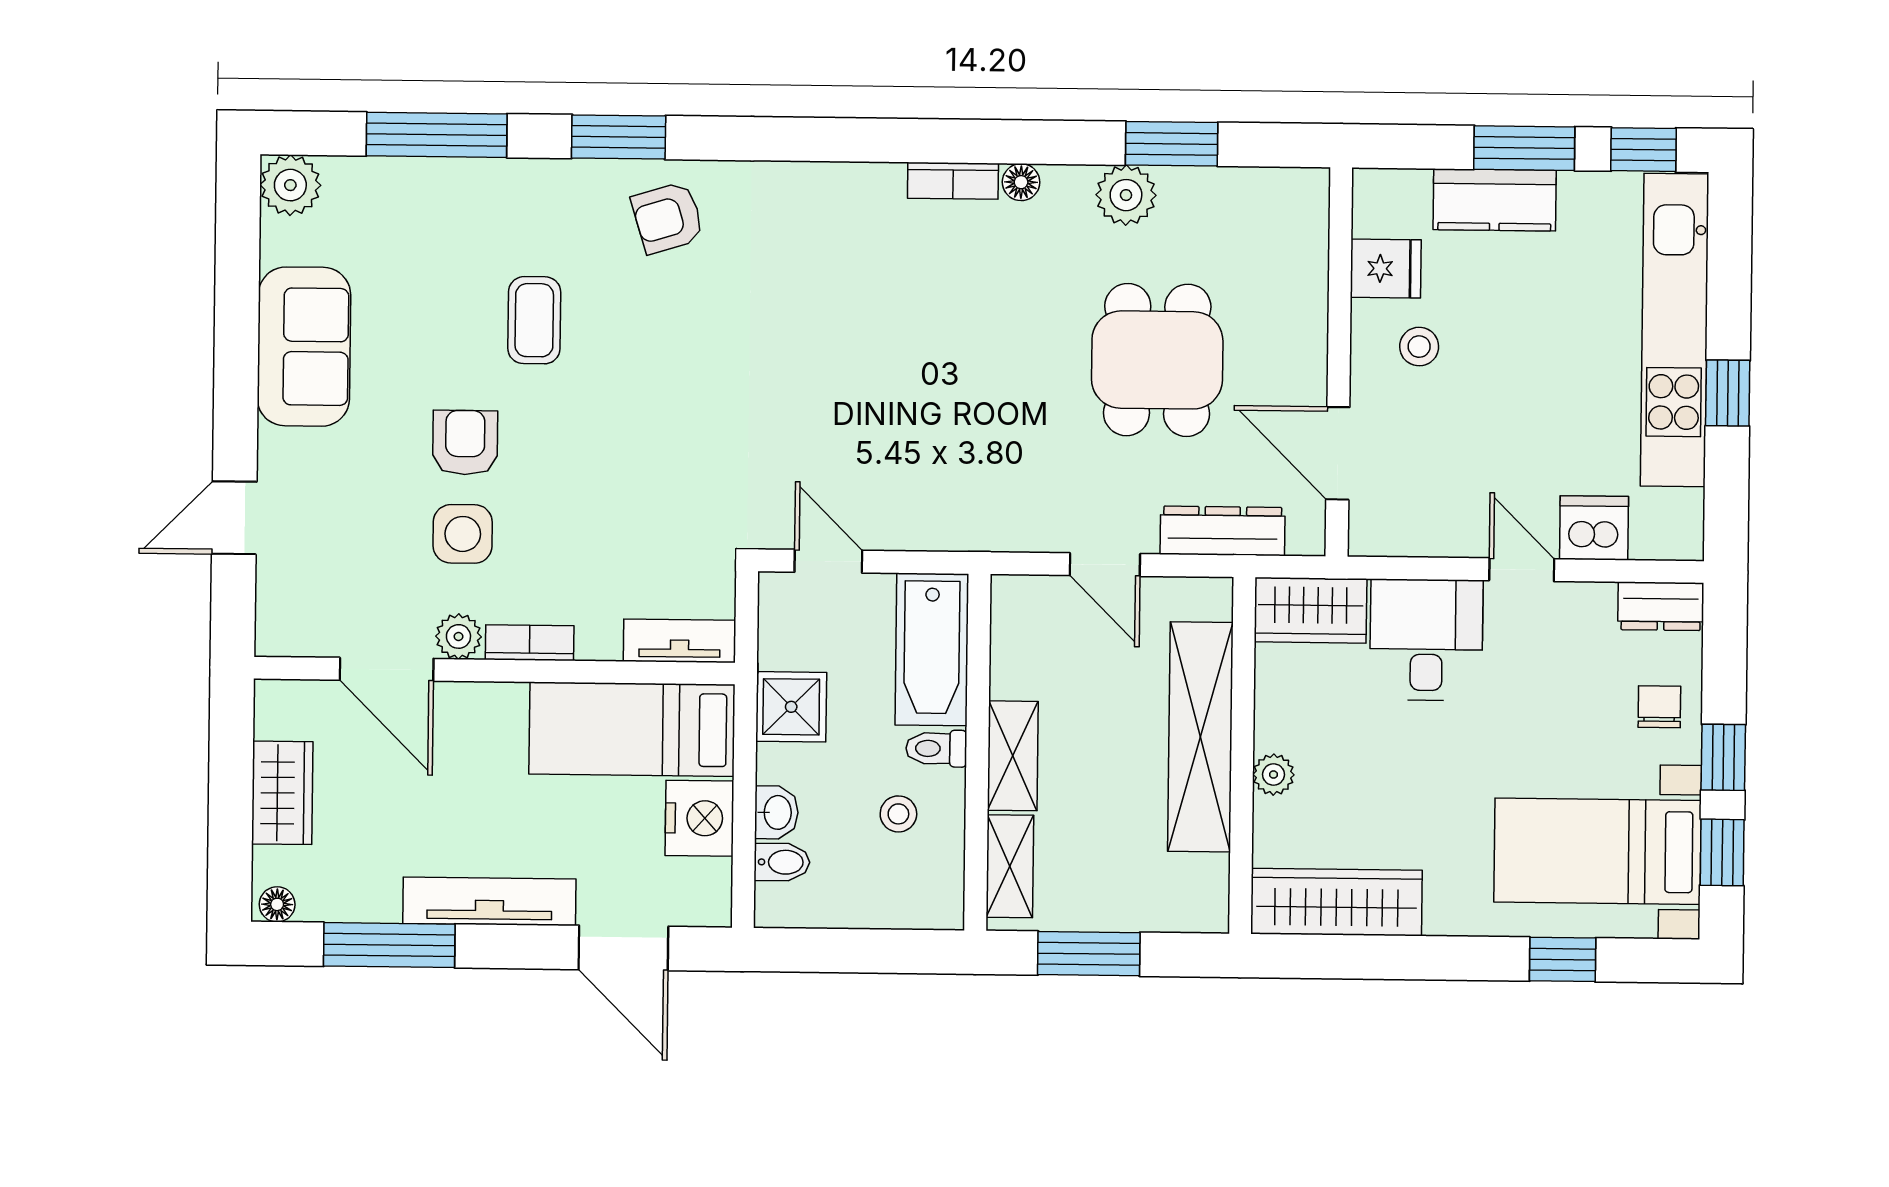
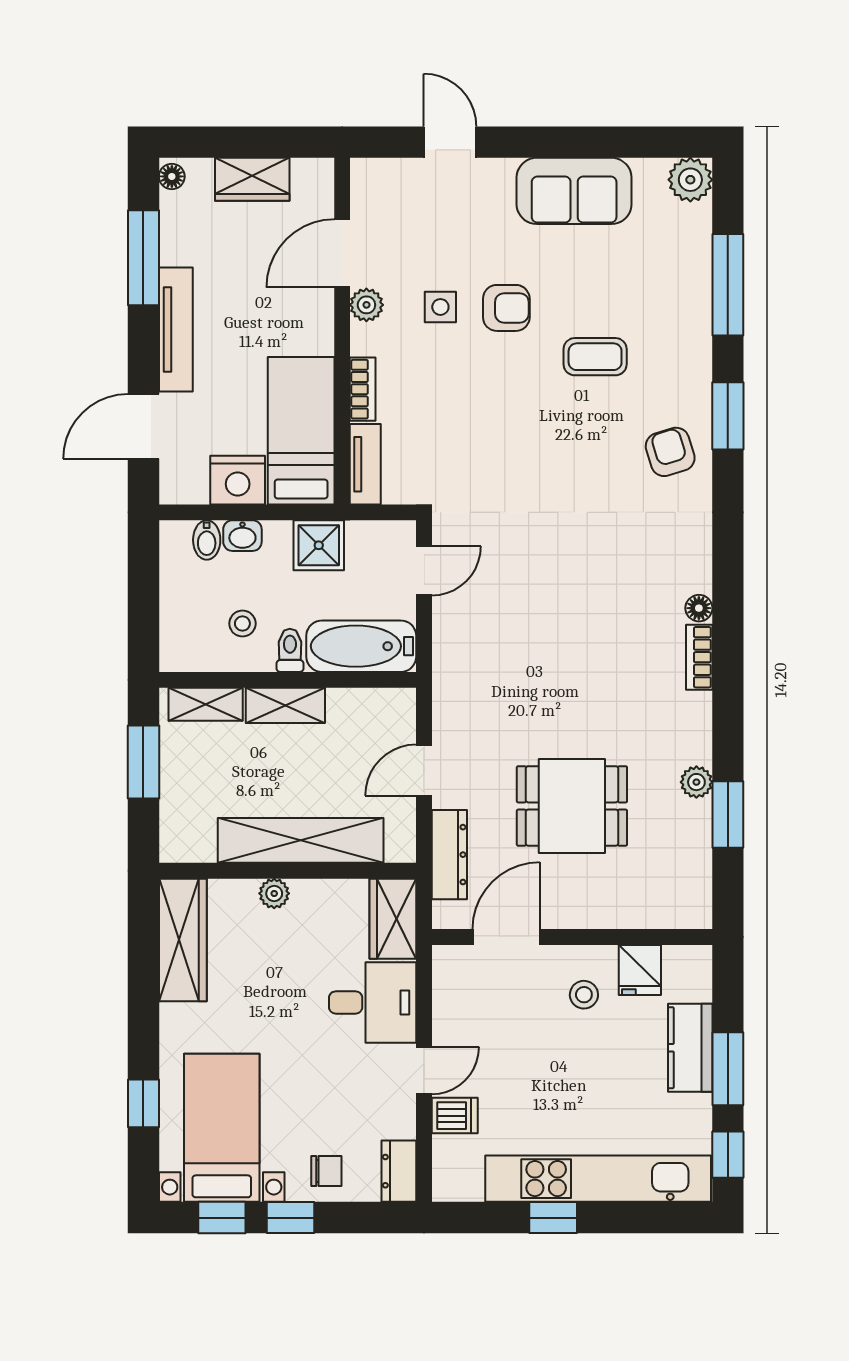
floor lamp: (1021, 182) -> (699, 608), moved
plant: (1126, 195) -> (696, 782), width x0.73, depth x0.73
dishwasher: (1594, 528) -> (455, 1116), width x0.73
side table: (463, 534) -> (440, 307), width x0.73, depth x0.73
bookcase: (530, 643) -> (363, 389), moved

